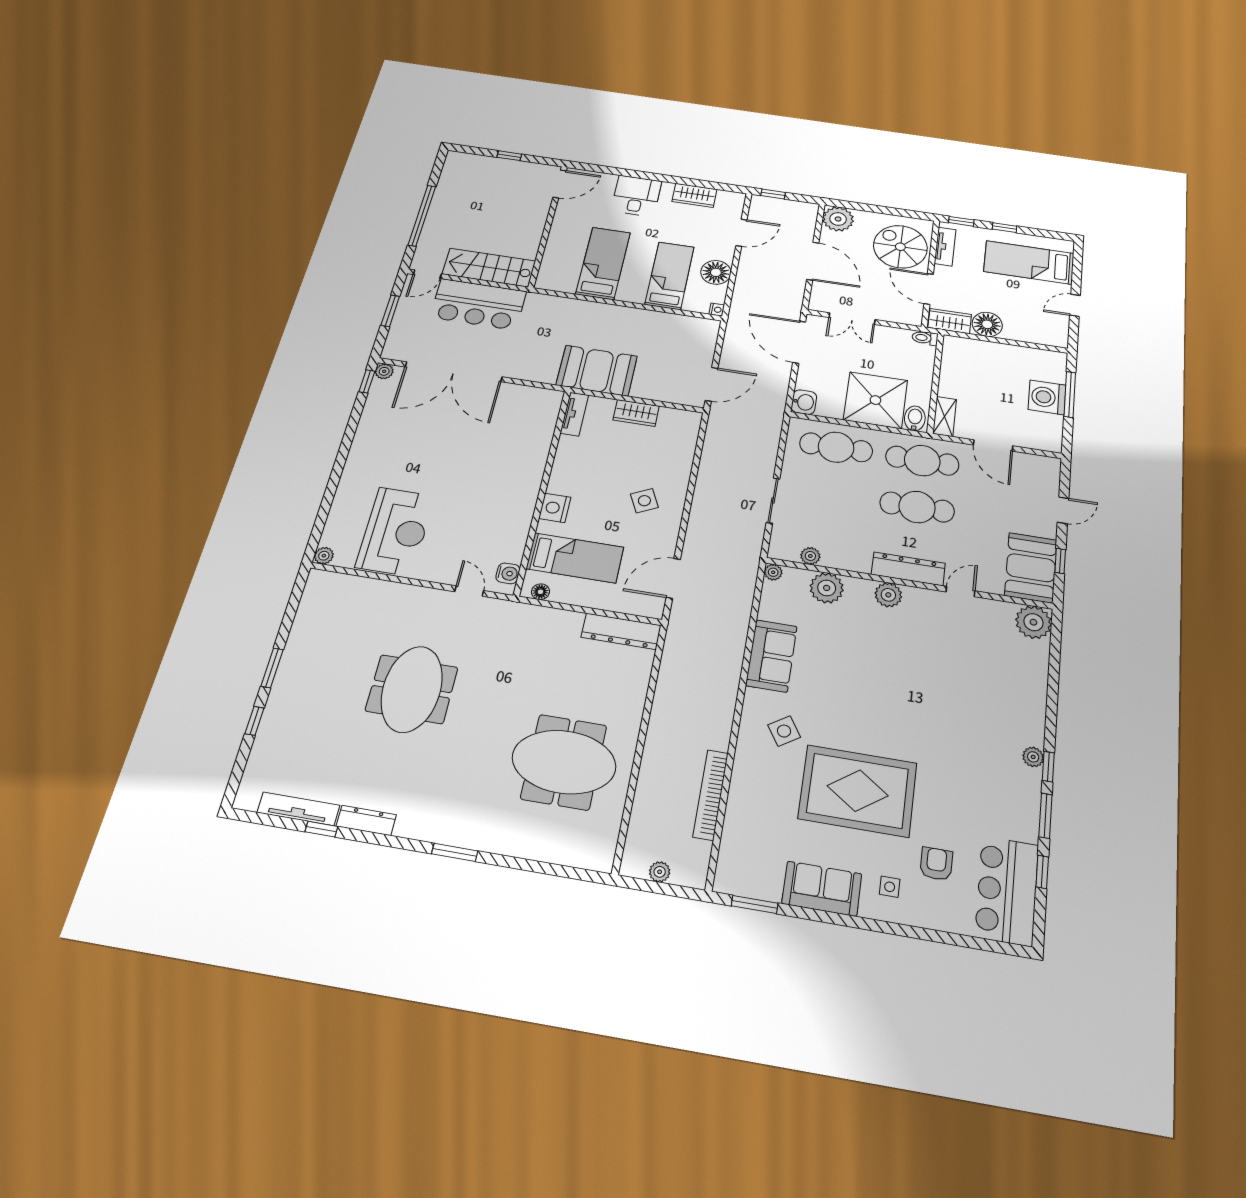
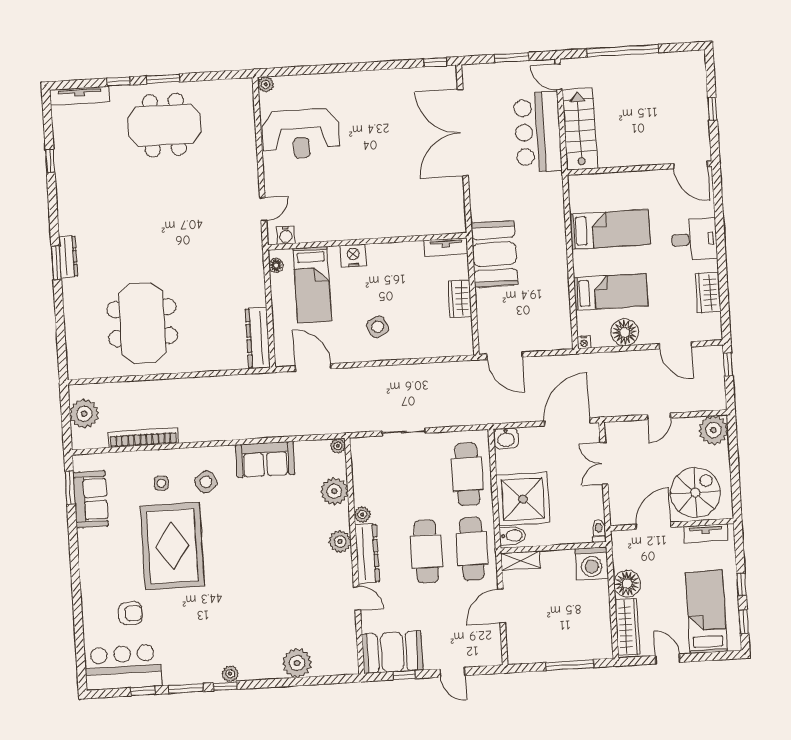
window: (961, 221) -> (744, 622), moved
door: (813, 261) -> (659, 416), width x0.53
wardrobe: (950, 321) -> (627, 627), moved, width x1.50
plant: (384, 371) -> (449, 73), removed
washing machine: (1047, 397) -> (592, 563), moved, turned 180
plant: (810, 556) -> (362, 515), moved
plant: (1033, 622) -> (297, 663), moved
meeting table: (412, 689) -> (164, 125), moved
tv unit: (298, 809) -> (80, 96), moved, turned 90
dresser: (366, 820) -> (68, 257), moved
plant: (660, 872) -> (84, 414), width x1.87, depth x1.87
side table: (890, 887) -> (161, 483), moved
sofa: (822, 889) -> (91, 499), moved

